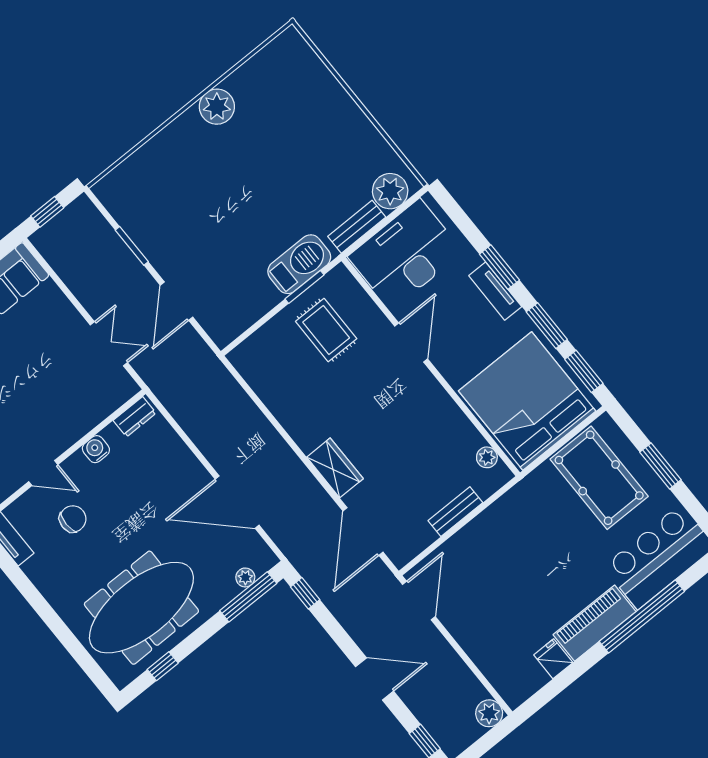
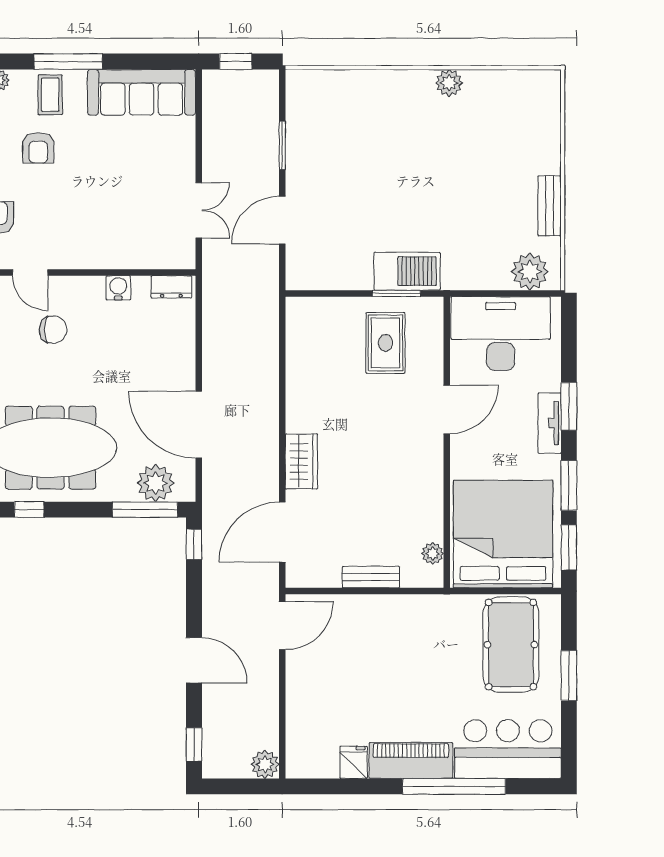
plant: (217, 107) -> (449, 83), width x0.73, depth x0.73
bench: (357, 227) -> (550, 206), moved, turned 90
door: (43, 473) -> (30, 273), moved
plant: (245, 577) -> (156, 483), width x1.88, depth x1.88

